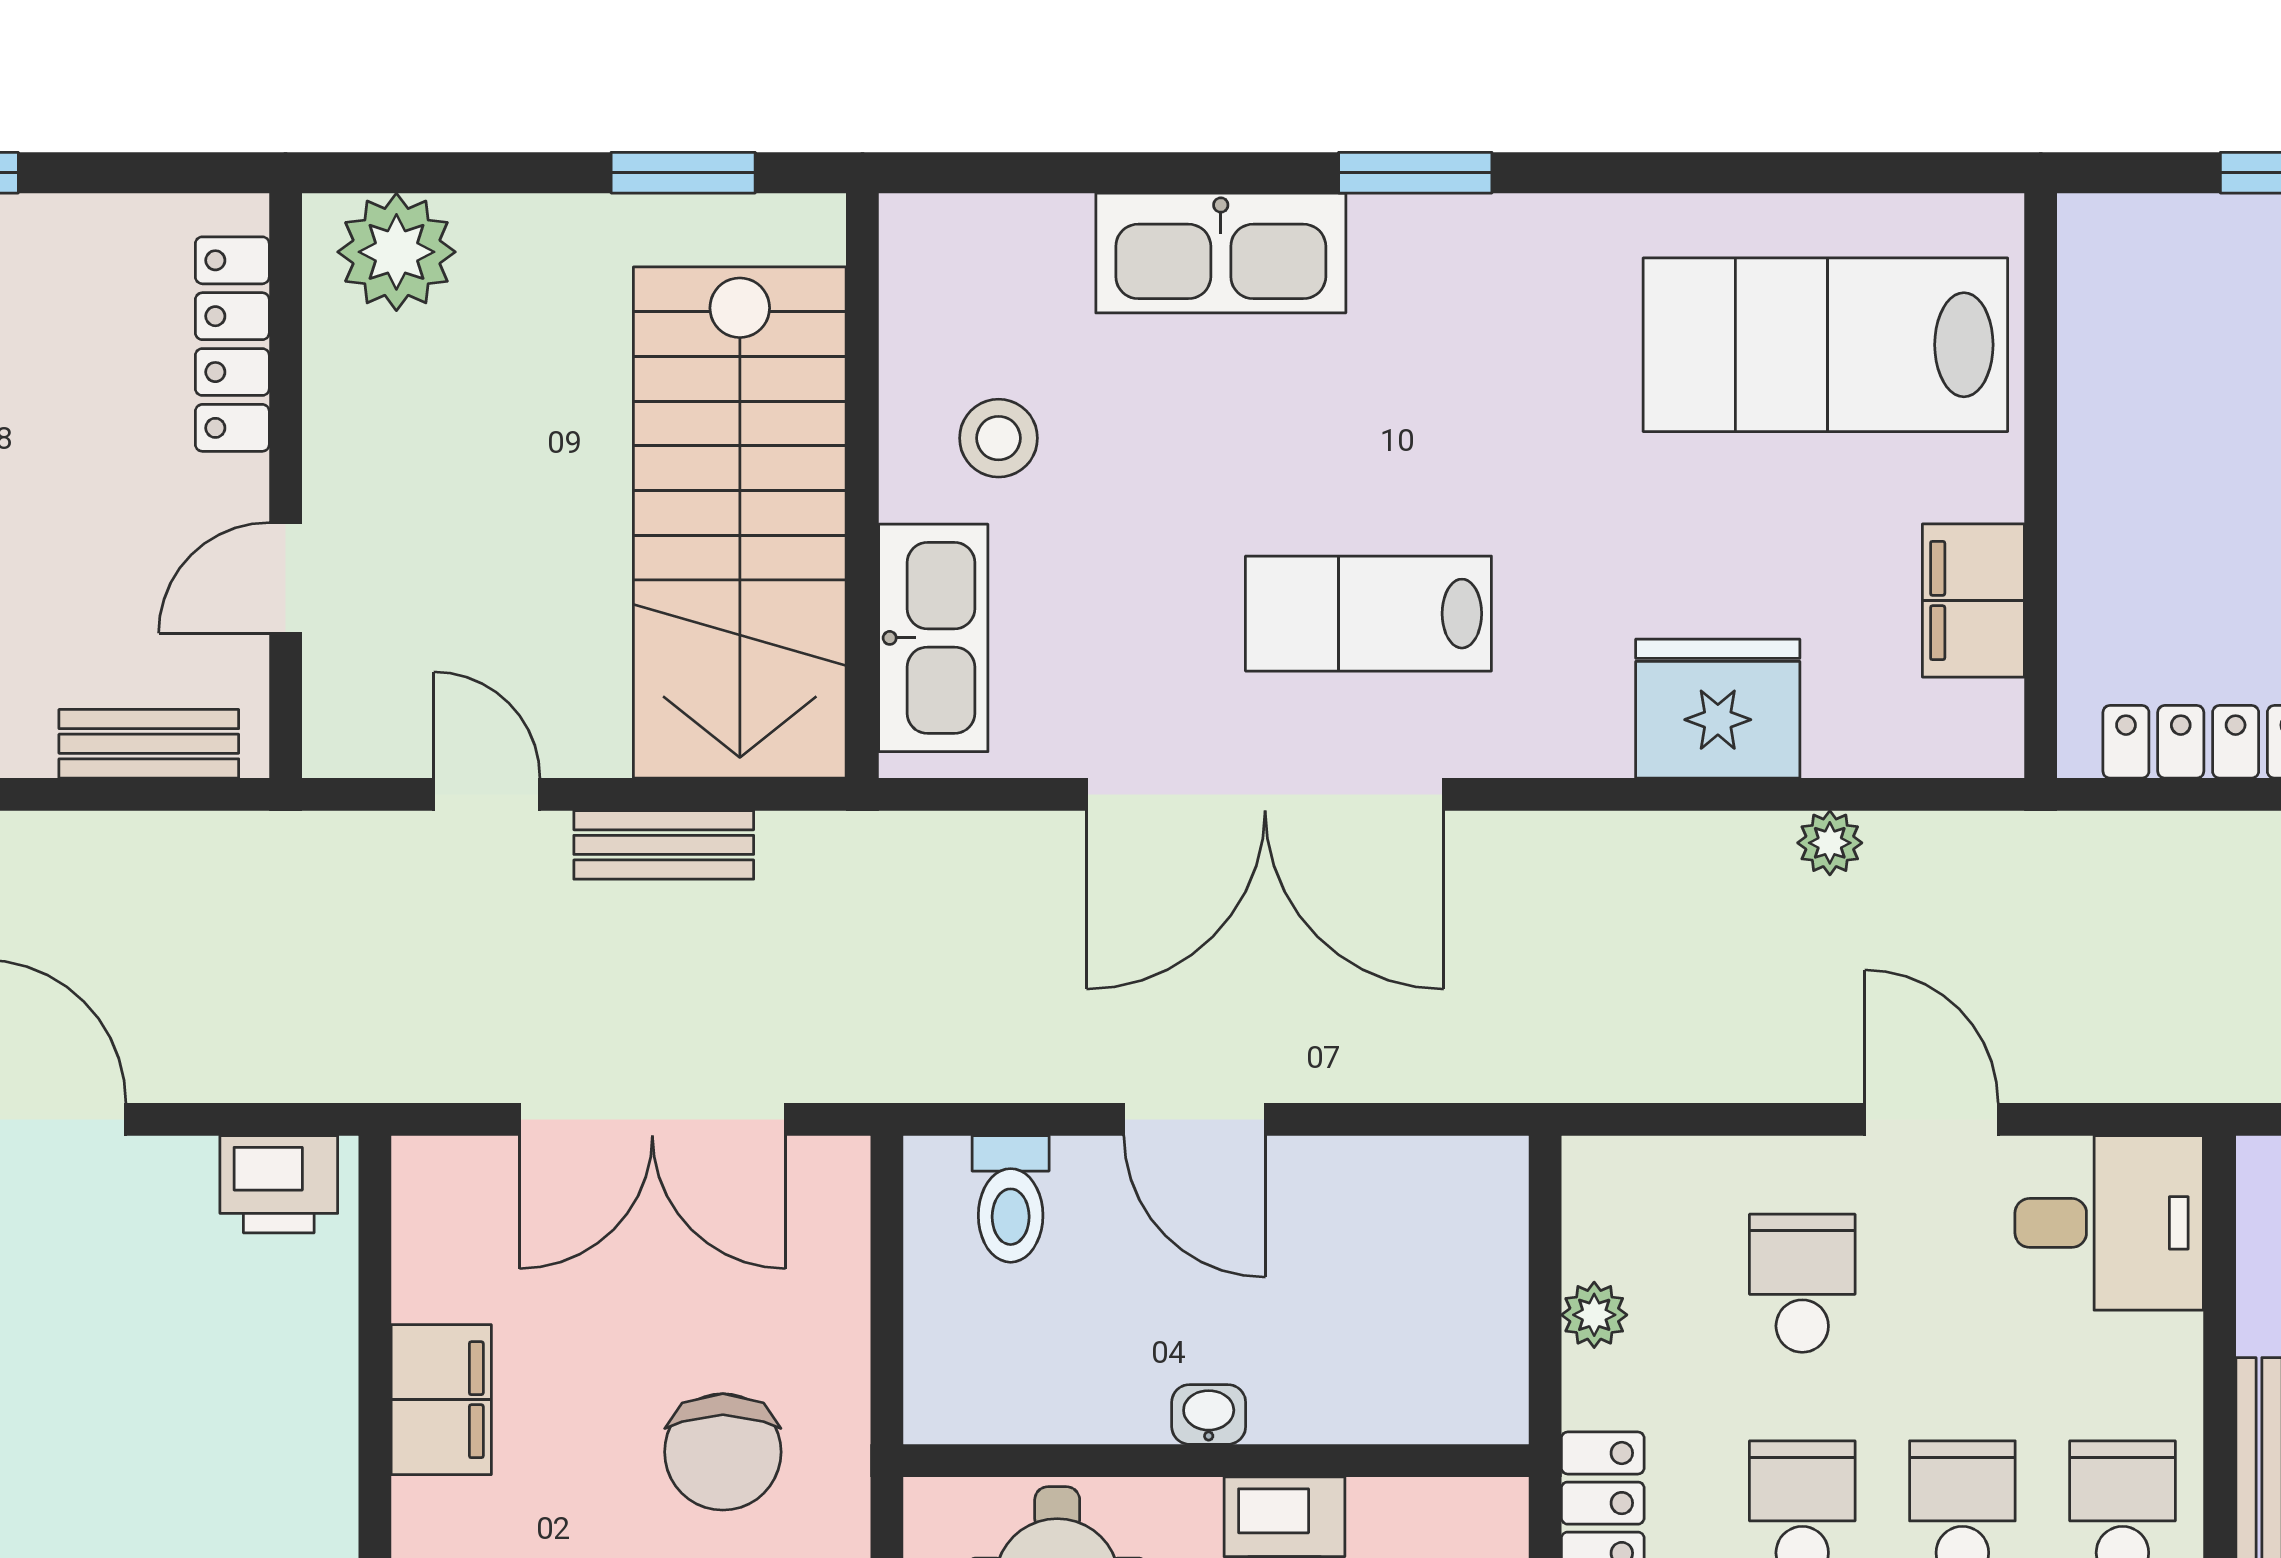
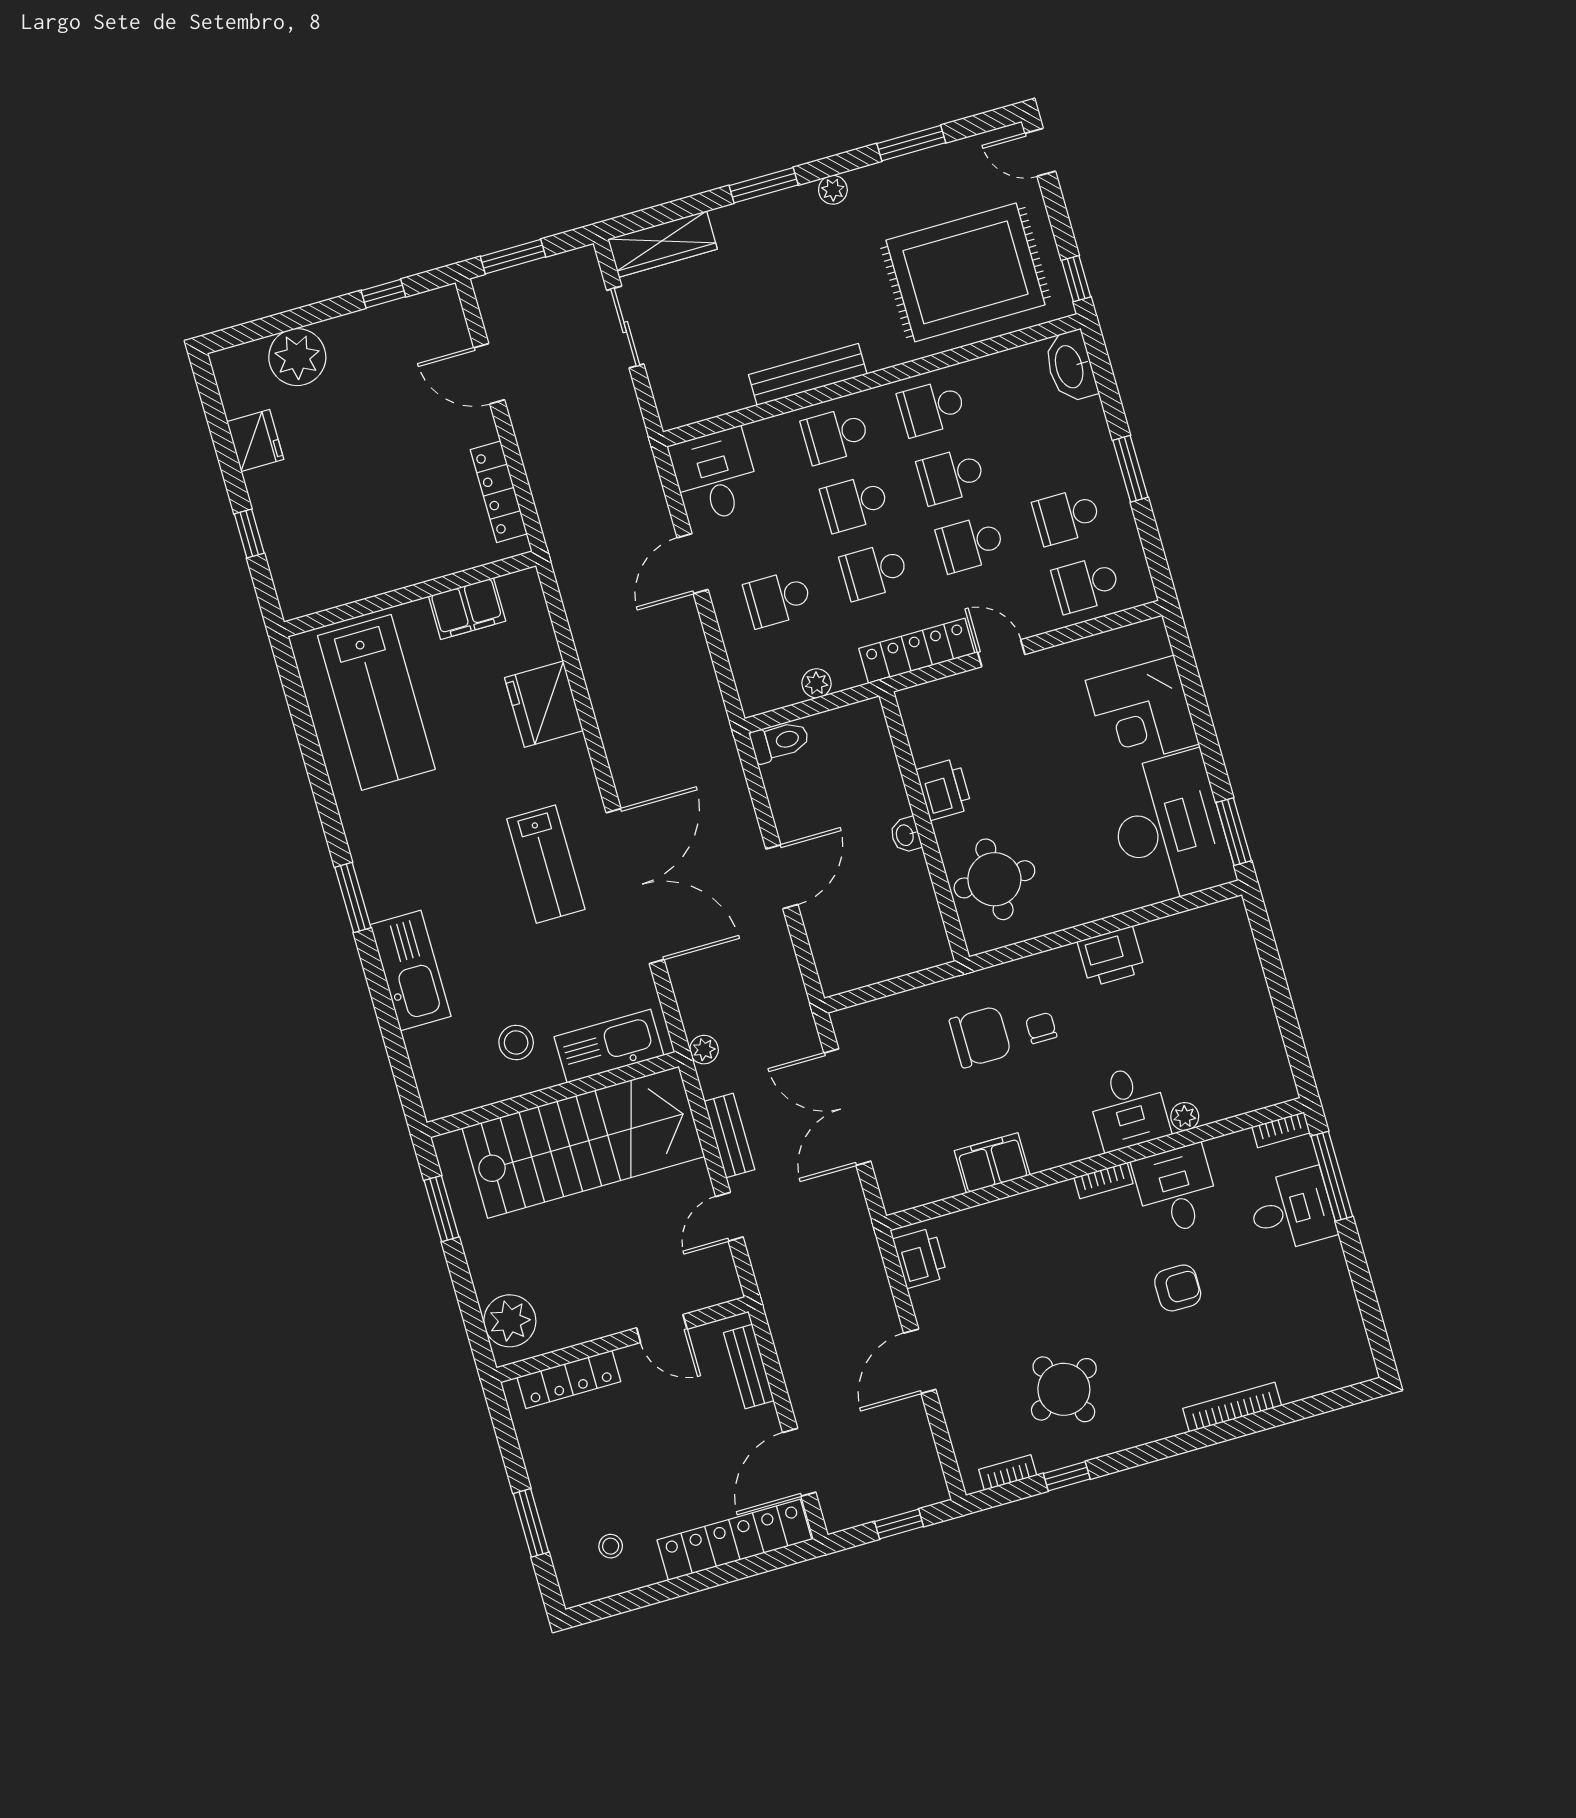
plant: (1830, 843) -> (704, 1050), moved
double door: (652, 1119) -> (847, 1107), swing flipped
toilet: (1011, 1199) -> (780, 741), moved

